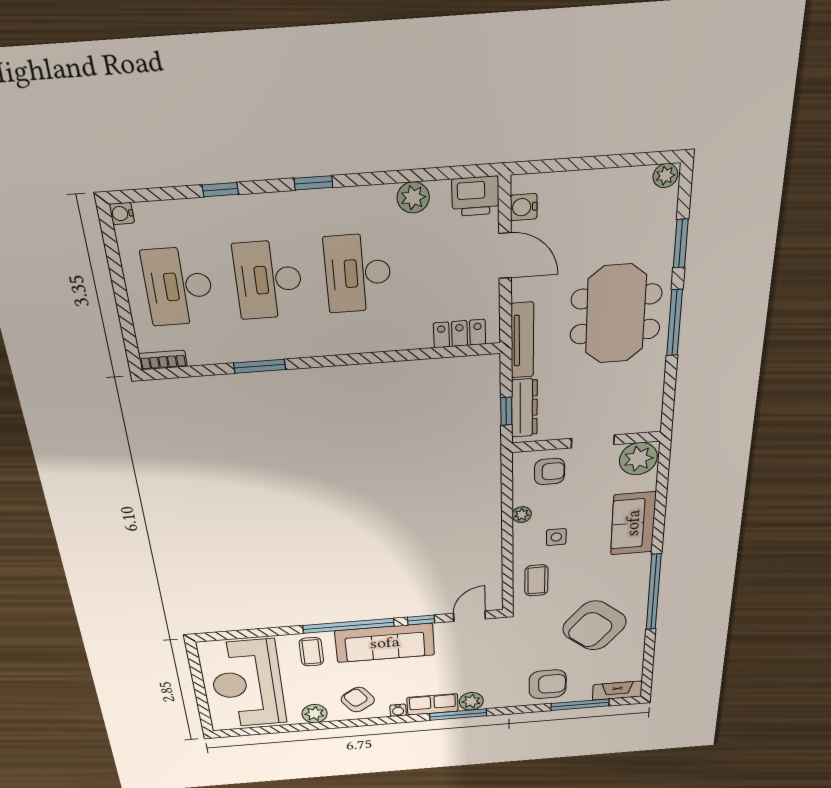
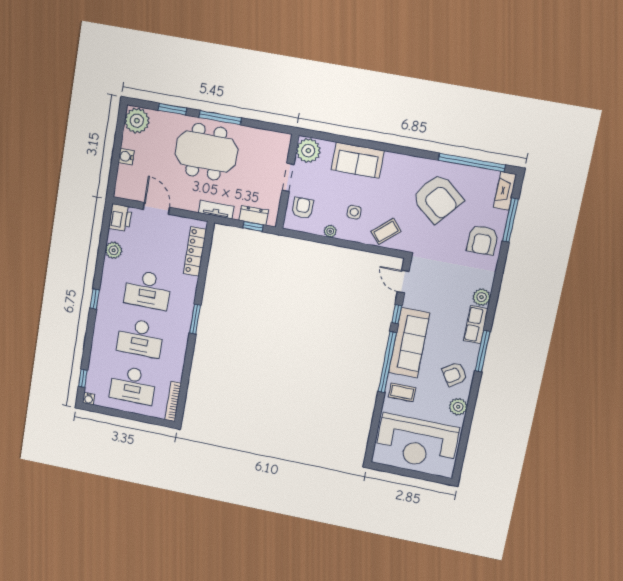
plant: (665, 176) -> (137, 121), width x1.87, depth x1.87
window: (220, 190) -> (83, 378), moved
water cooler: (524, 207) -> (126, 157), moved, turned 90
door: (505, 256) -> (156, 208), hinge flipped
locker: (460, 334) -> (195, 251), width x1.53
tv unit: (522, 340) -> (216, 210), width x0.71
bookcase: (163, 360) -> (173, 401), width x1.56
window: (260, 366) -> (195, 319), moved
dresser: (524, 408) -> (254, 215), width x0.70
coffee table: (536, 580) -> (386, 231), turned -41
window: (654, 592) -> (472, 163), moved
armchair: (548, 684) -> (482, 240), turned 180
water cooler: (398, 710) -> (474, 350), removed
window: (458, 715) -> (483, 351), moved

